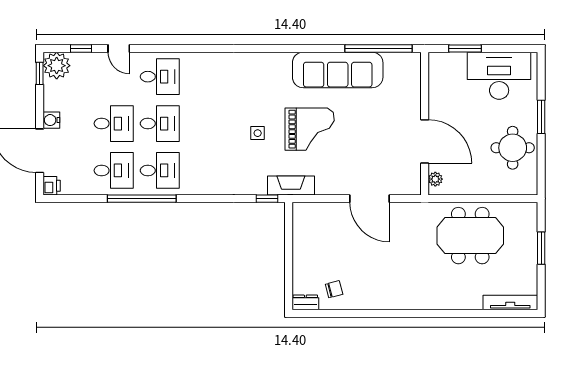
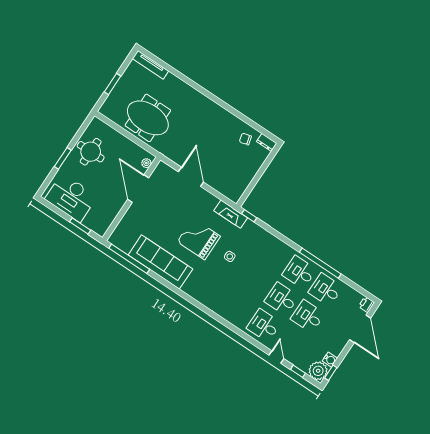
water cooler: (51, 120) -> (330, 360), moved

